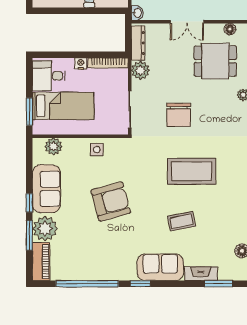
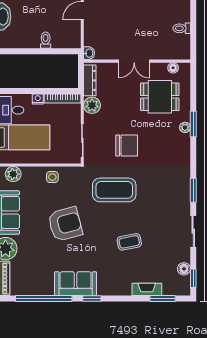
chair: (179, 115) -> (127, 146), turned -90
coffee table: (192, 171) -> (114, 190), moved
sofa: (160, 267) -> (76, 284), moved

